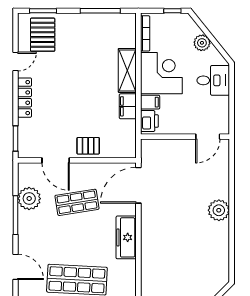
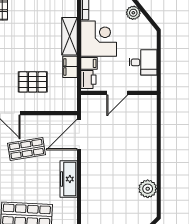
desk: (213, 80) -> (143, 62), moved
door: (208, 137) -> (117, 93), moved
pallet: (88, 146) -> (33, 82), moved, width x1.50, depth x1.42
plant: (219, 210) -> (148, 189), moved

